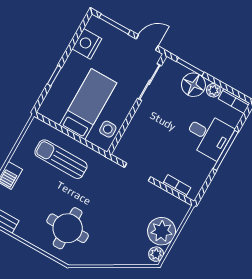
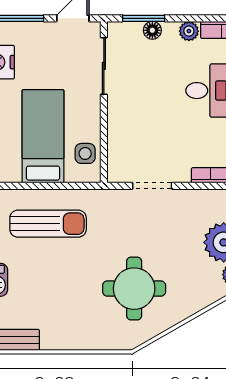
floor lamp: (193, 85) -> (152, 30), width x0.53, depth x0.53
sun lounger: (61, 159) -> (48, 224), turned 180
round table: (68, 228) -> (134, 289), moved

